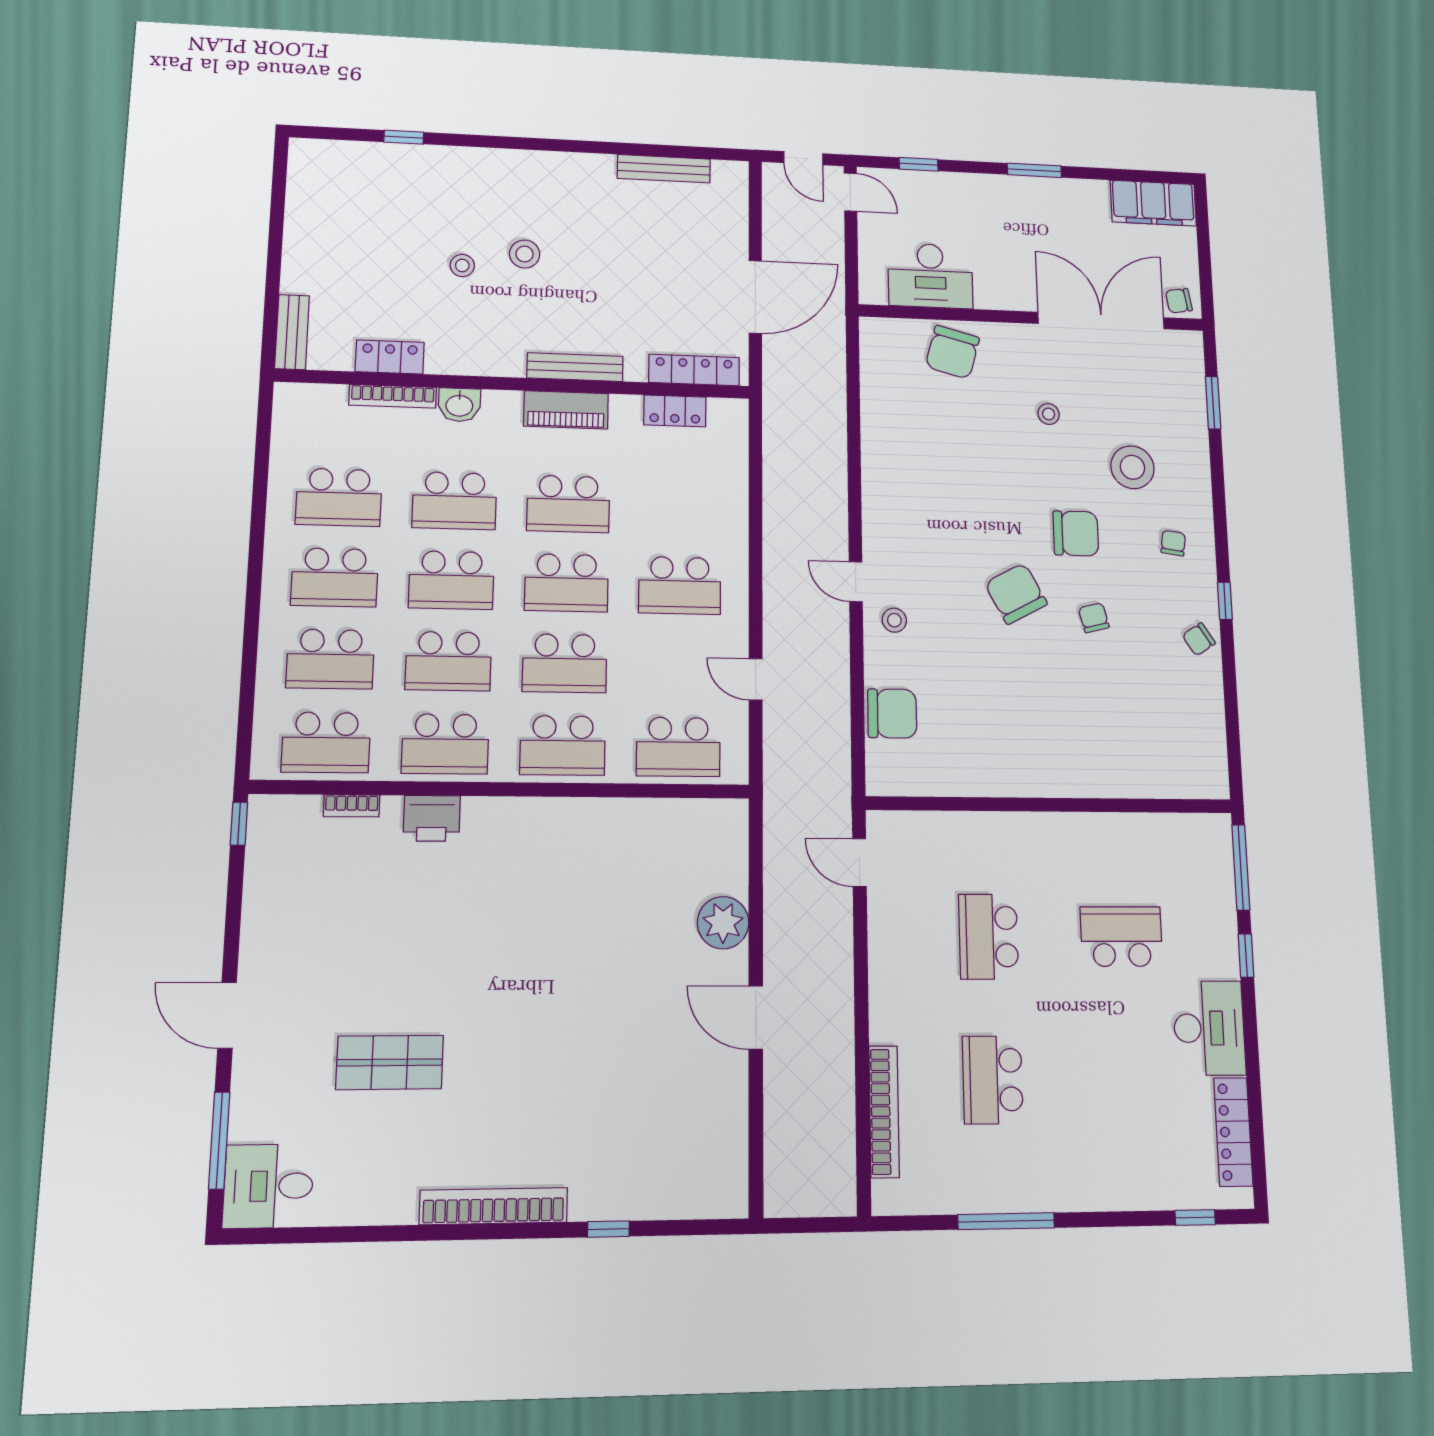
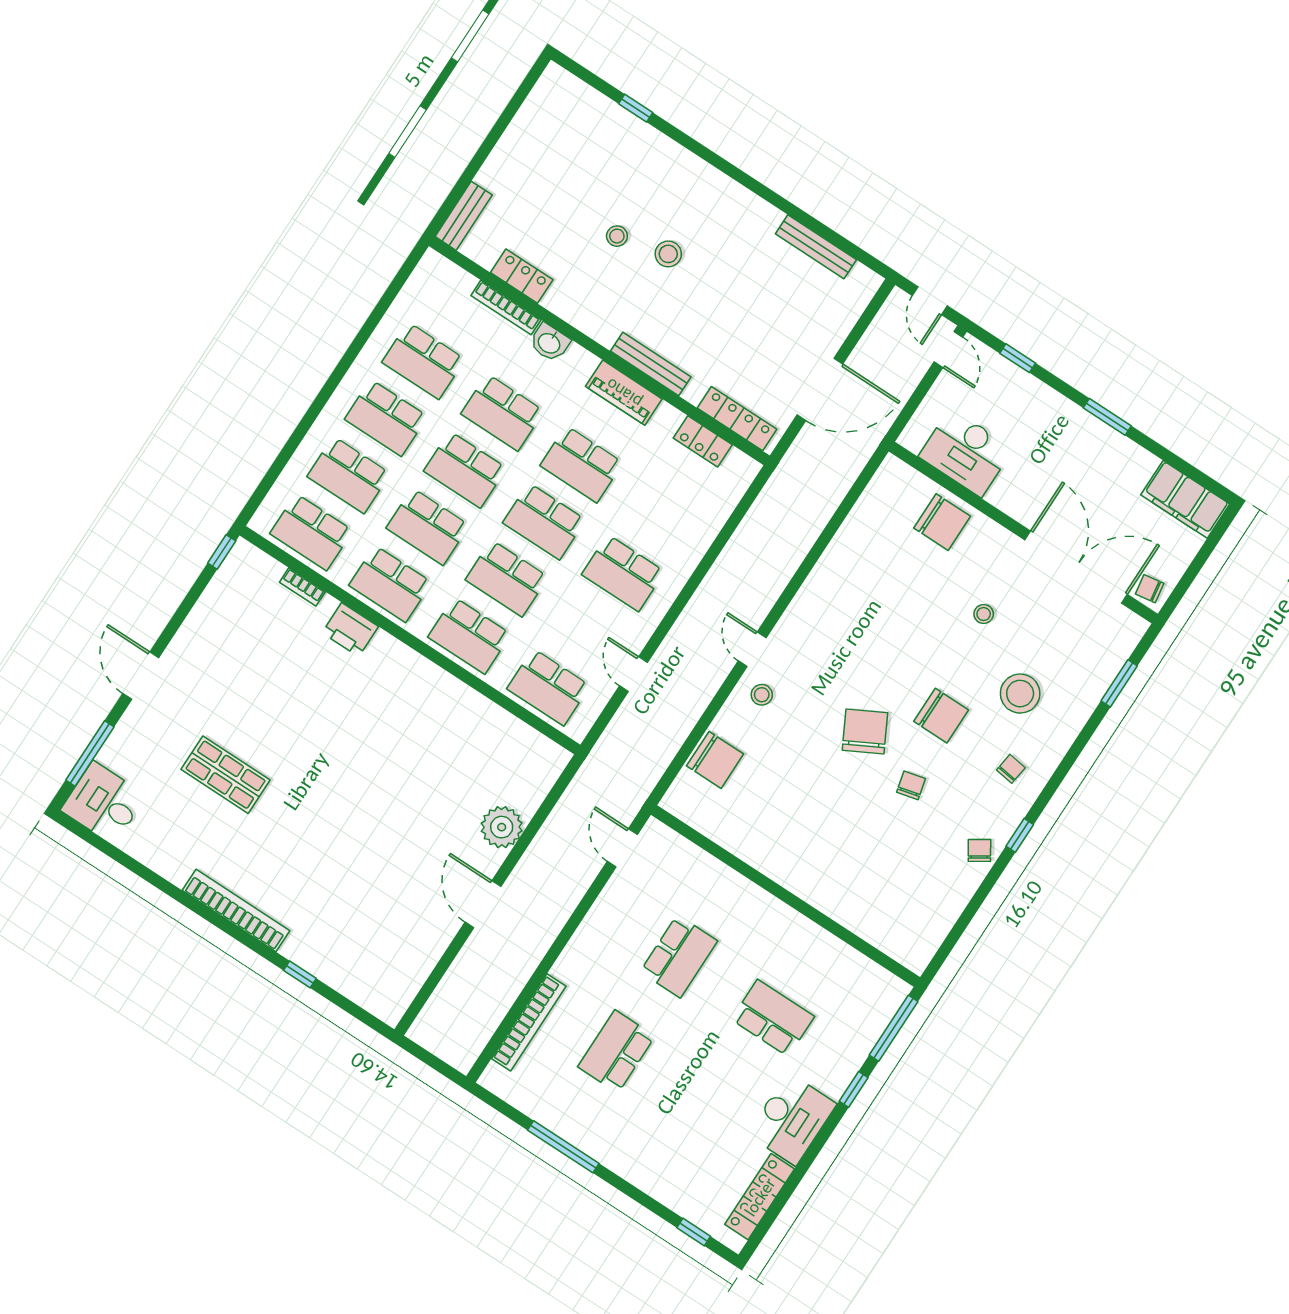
chair: (952, 352) -> (942, 522), turned -105
chair: (1199, 639) -> (979, 850), turned 90
school desk: (989, 937) -> (679, 956), turned 180

